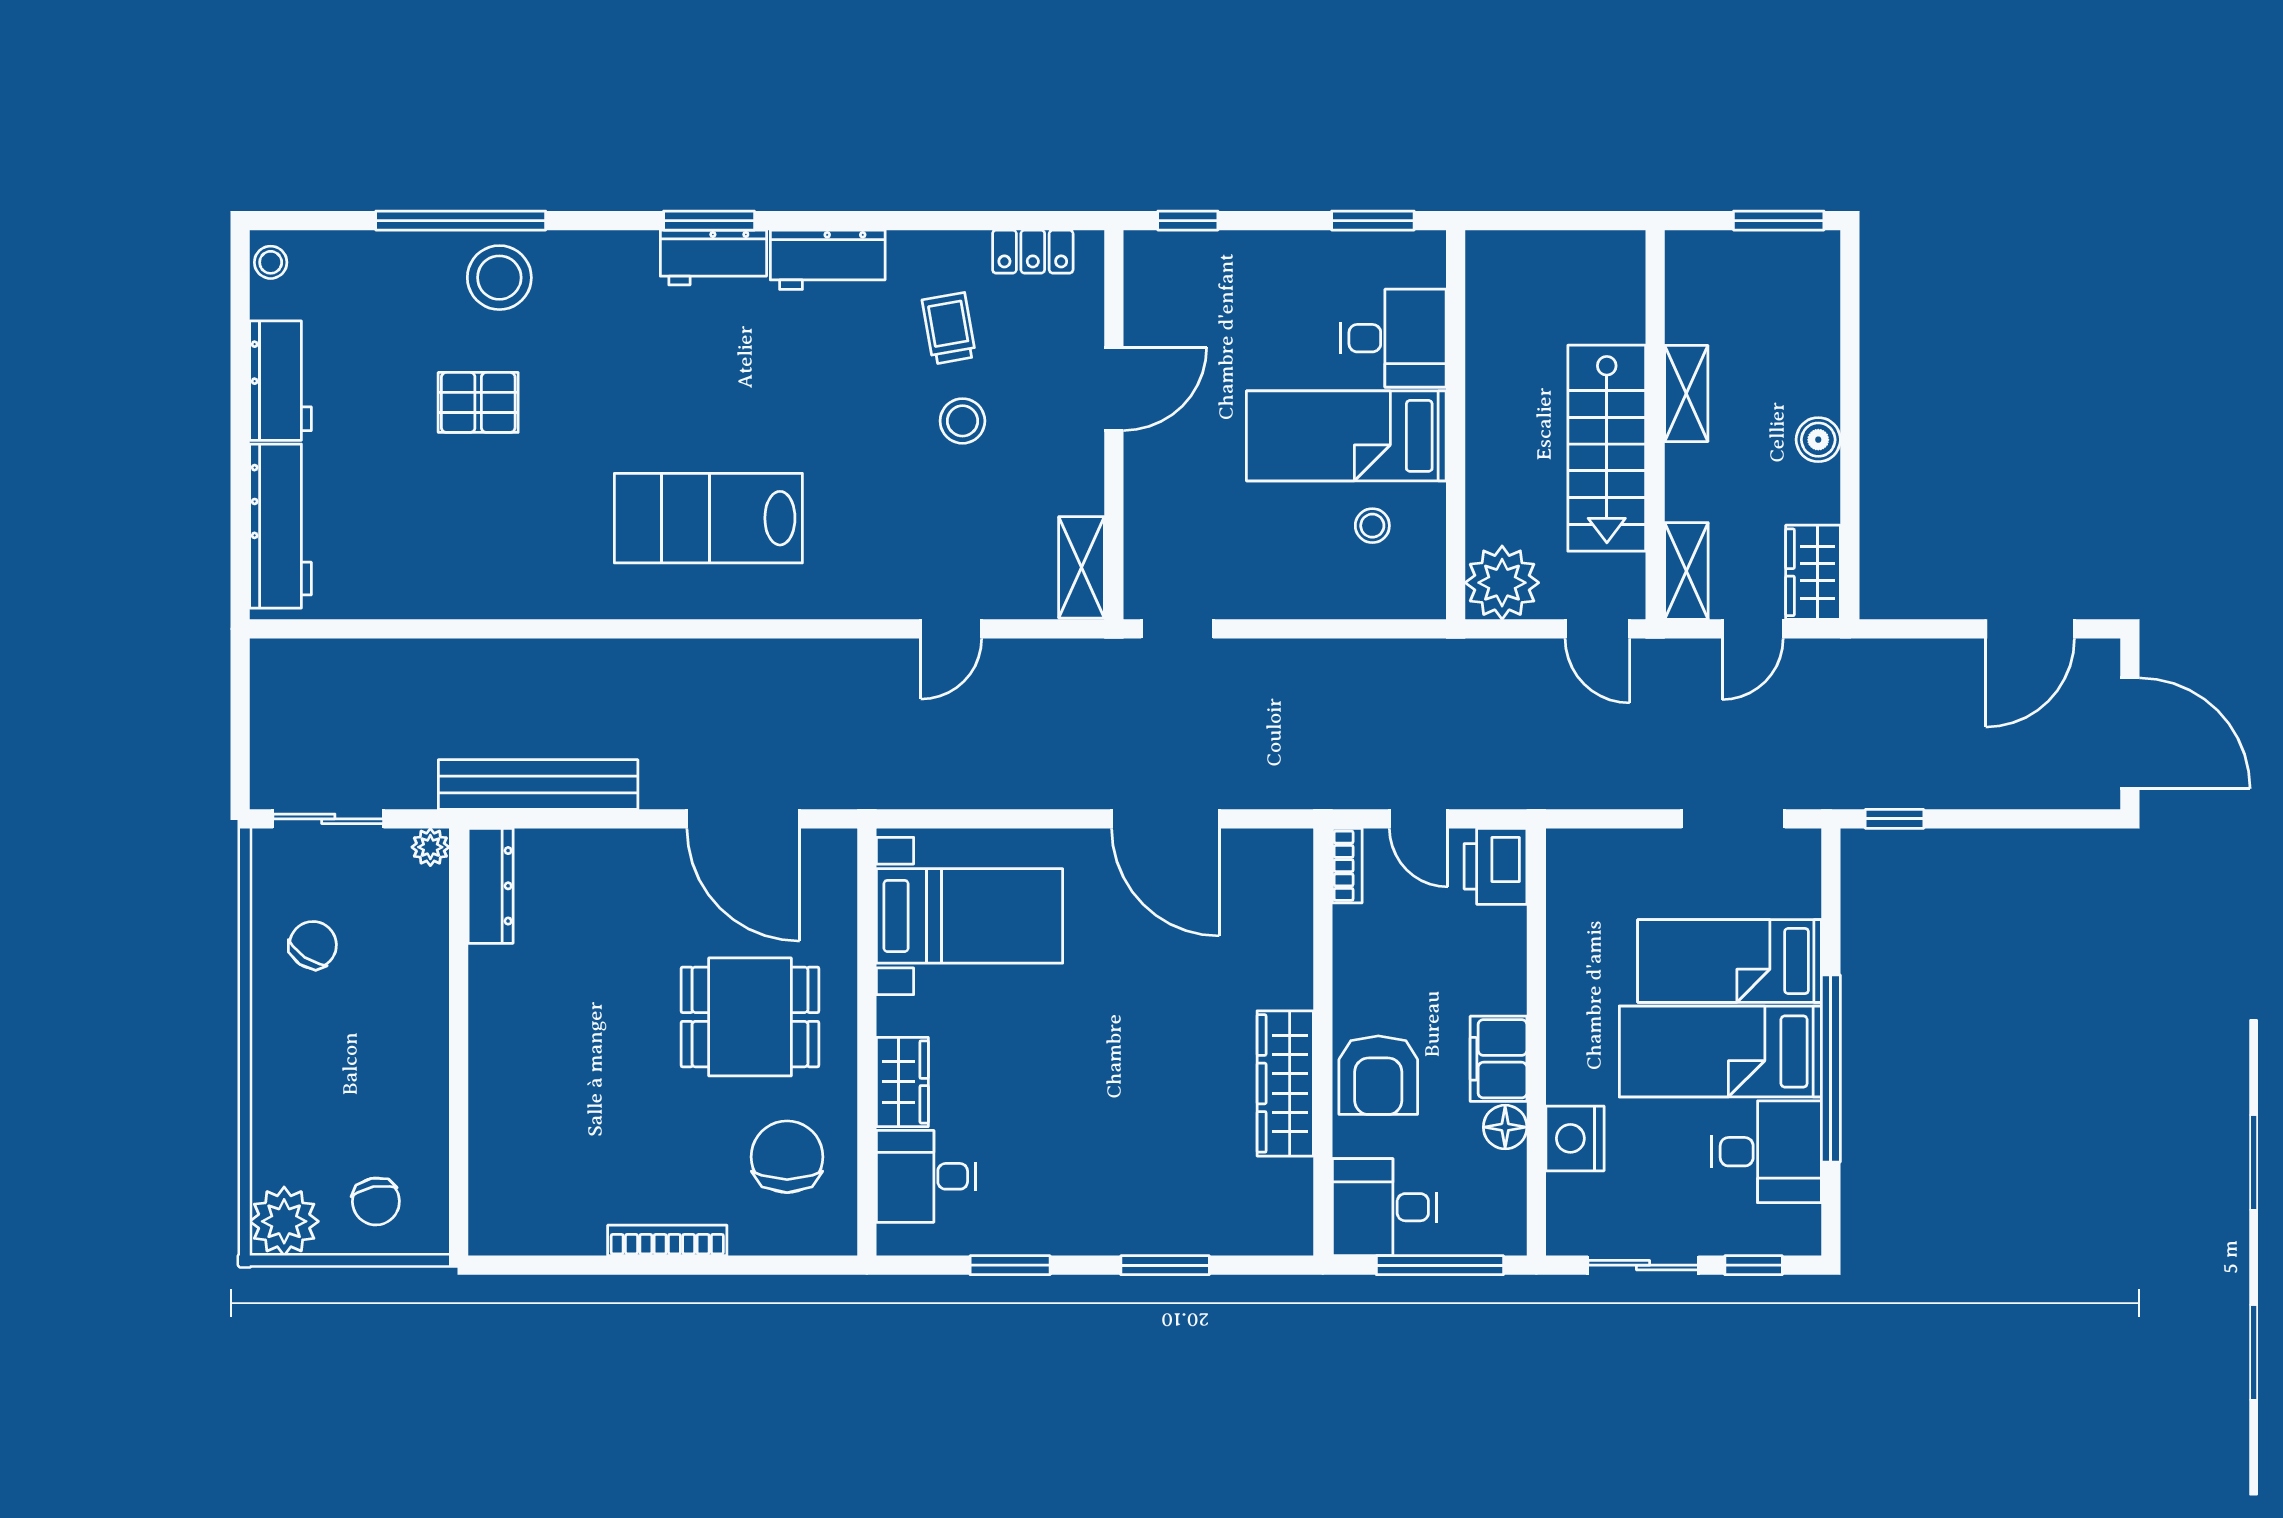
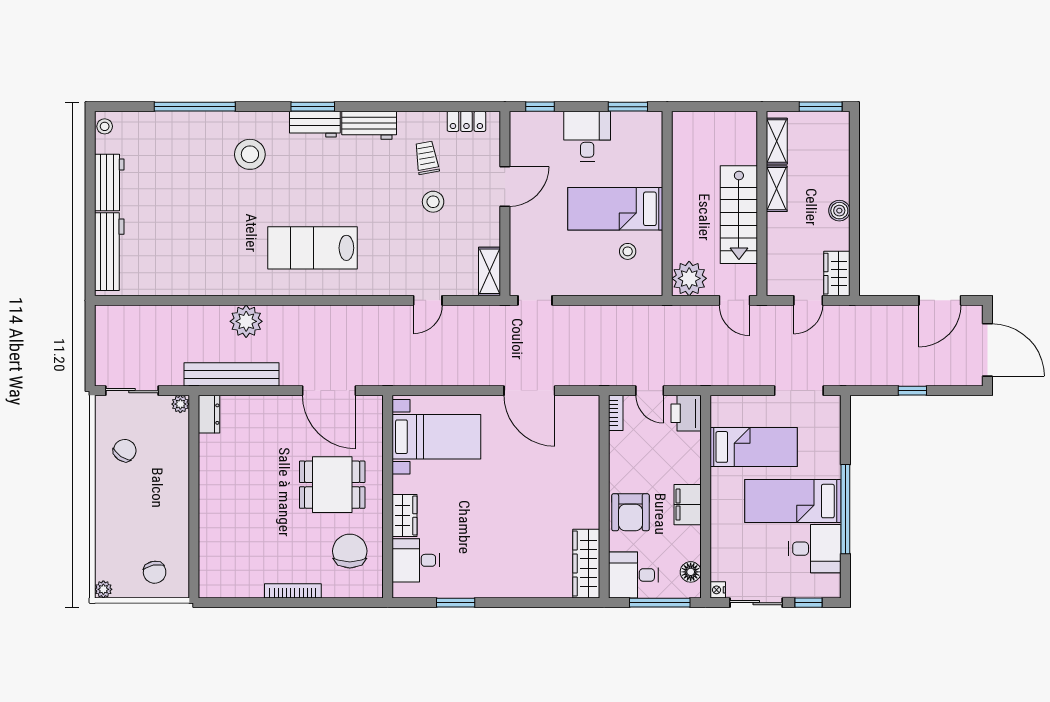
stool: (499, 278) -> (250, 154), moved
desk: (1393, 338) -> (587, 136), moved, turned -90
pallet: (478, 402) -> (203, 193), removed
shelving: (1686, 571) -> (777, 141), moved
plant: (569, 673) -> (246, 321), added
window: (1895, 819) -> (912, 391), moved
dresser: (491, 886) -> (209, 414), width x0.70
bed: (1730, 961) -> (754, 447), moved, turned 180
wardrobe: (1285, 1083) -> (586, 564), moved
floor lamp: (1505, 1127) -> (691, 572), moved
nightstand: (1575, 1138) -> (718, 590), moved, width x0.53, depth x0.56
plant: (284, 1221) -> (103, 589), width x0.53, depth x0.53
window: (1165, 1265) -> (529, 603), removed

